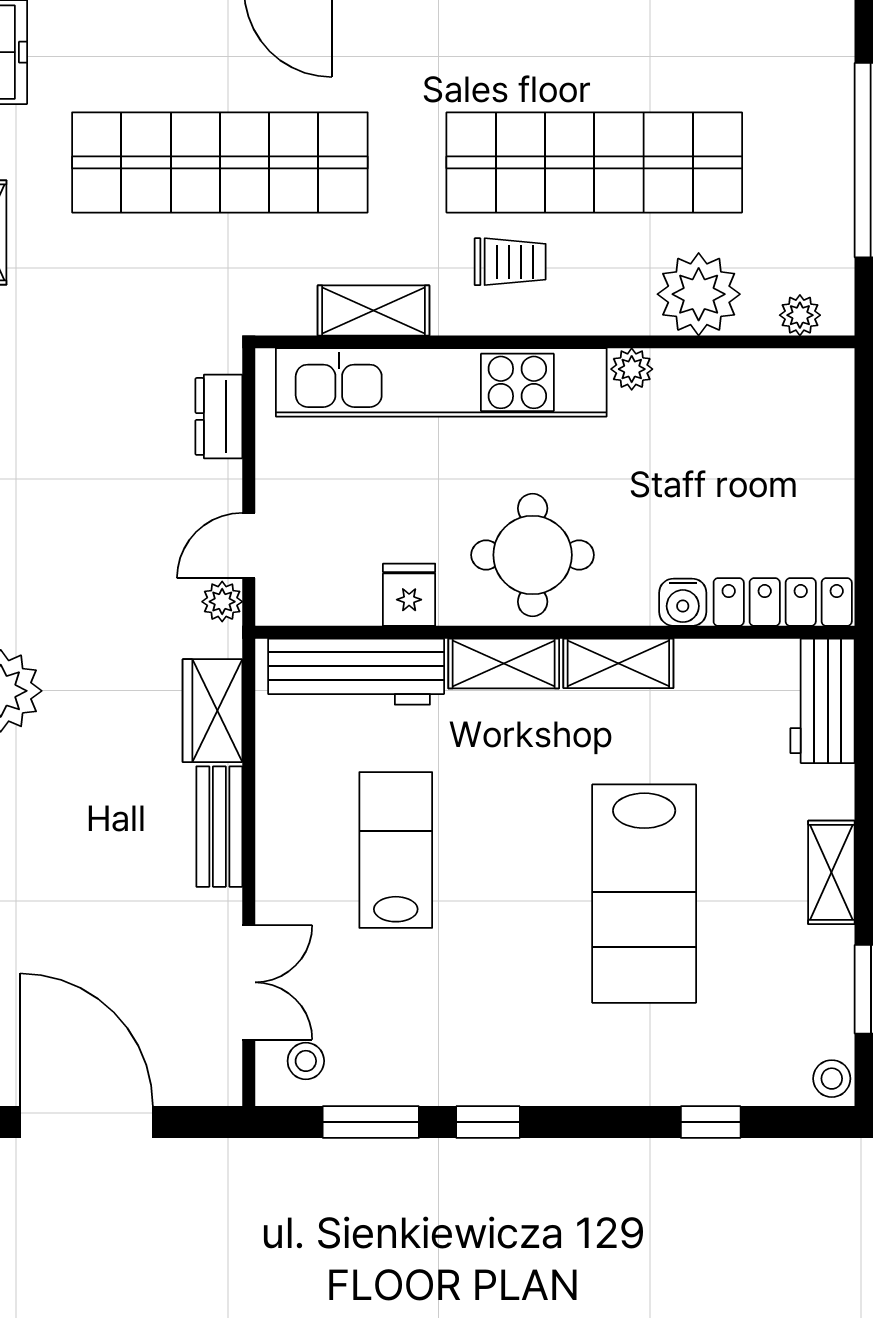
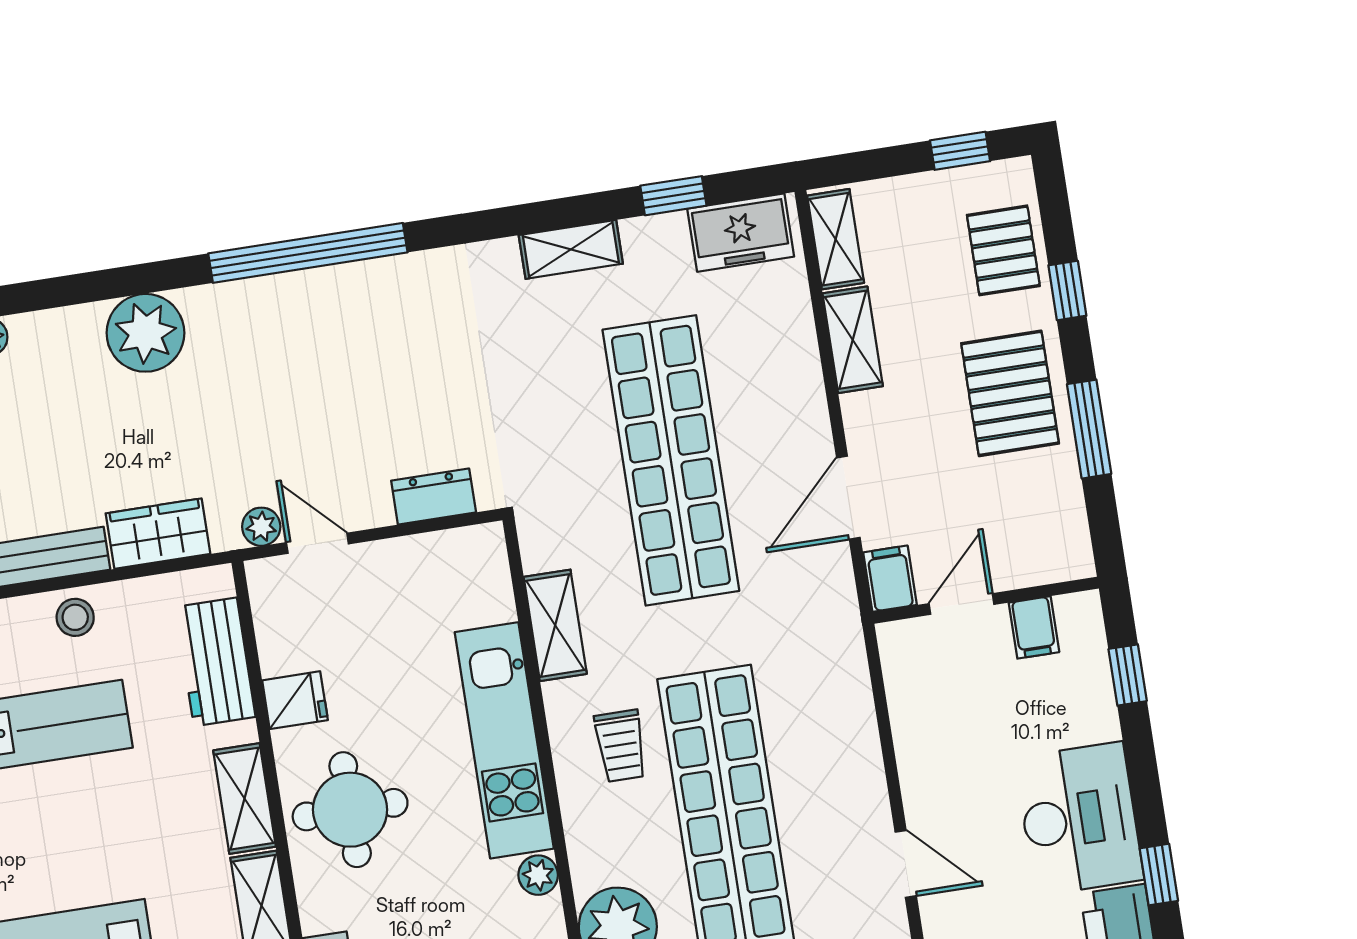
kitchen unit: (441, 382) -> (504, 740), width x0.73
workbench: (356, 672) -> (215, 662), width x0.73
stool: (287, 811) -> (75, 617), added

